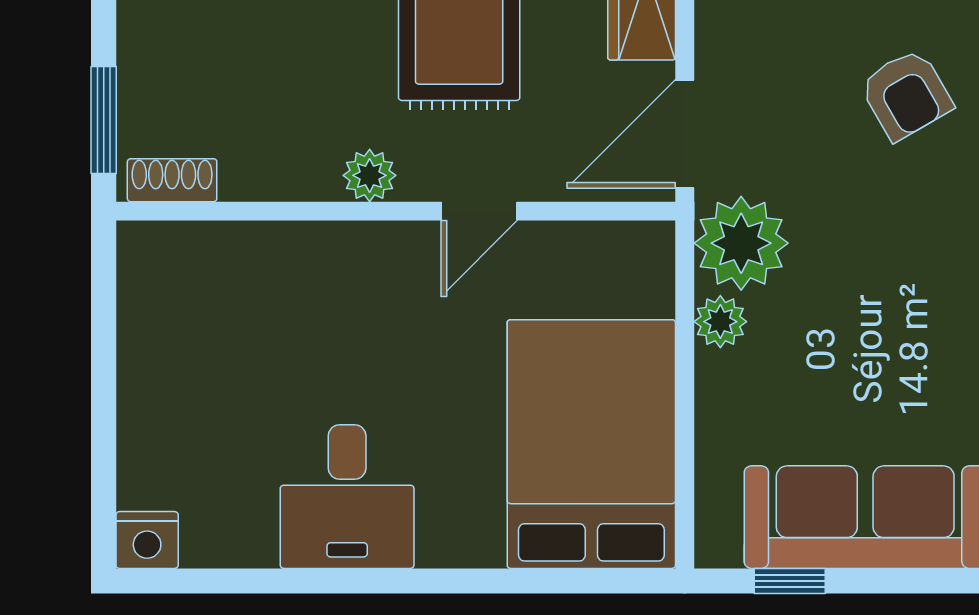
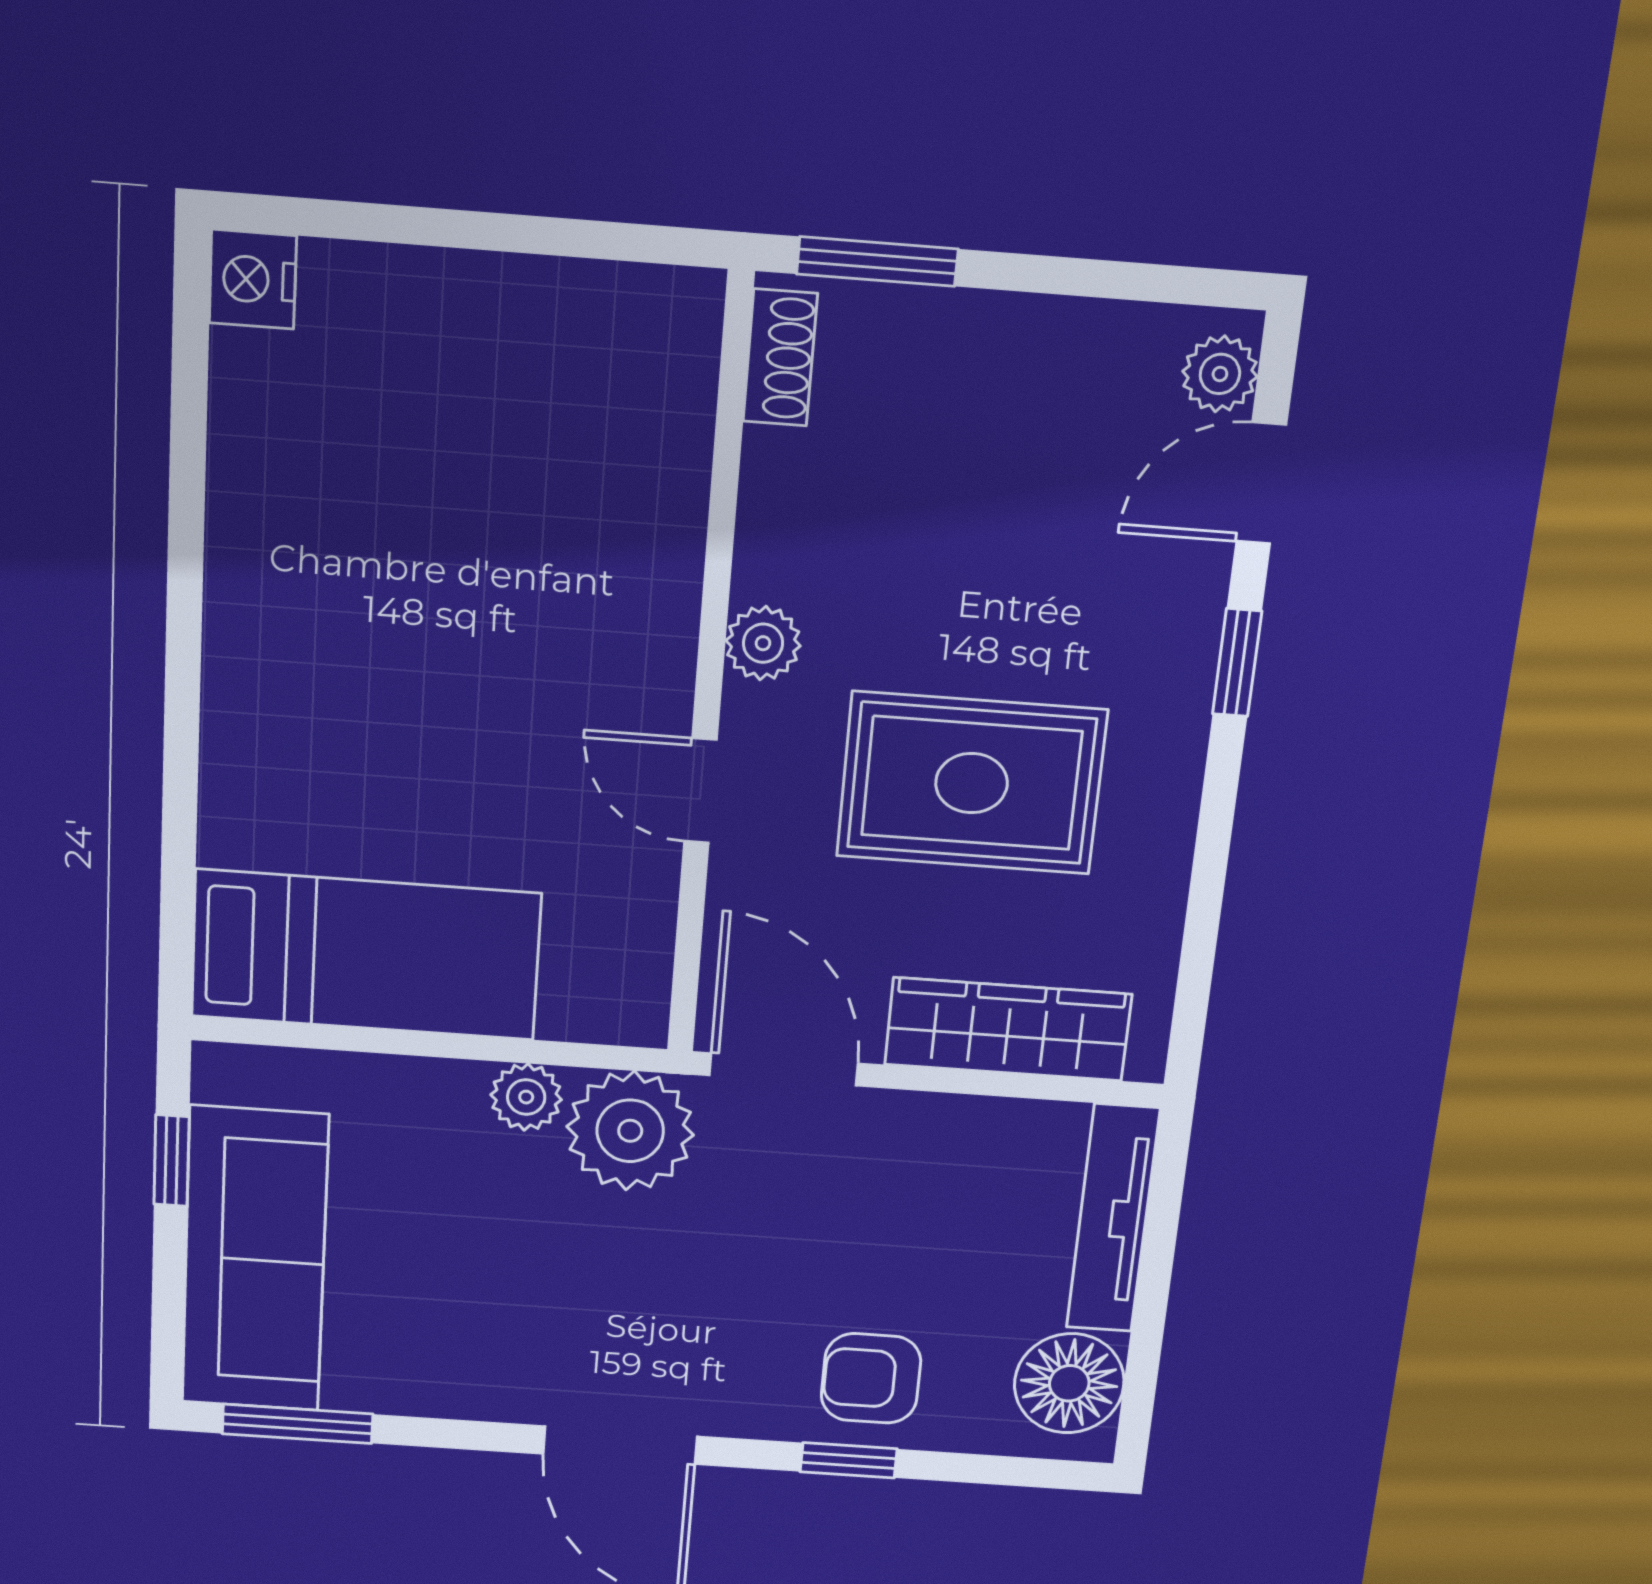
armchair: (906, 95) -> (871, 1378), moved, turned 30
bed: (591, 444) -> (366, 955), width x0.67
desk: (347, 497) -> (306, 578), removed

